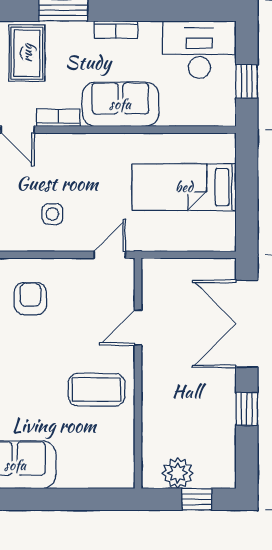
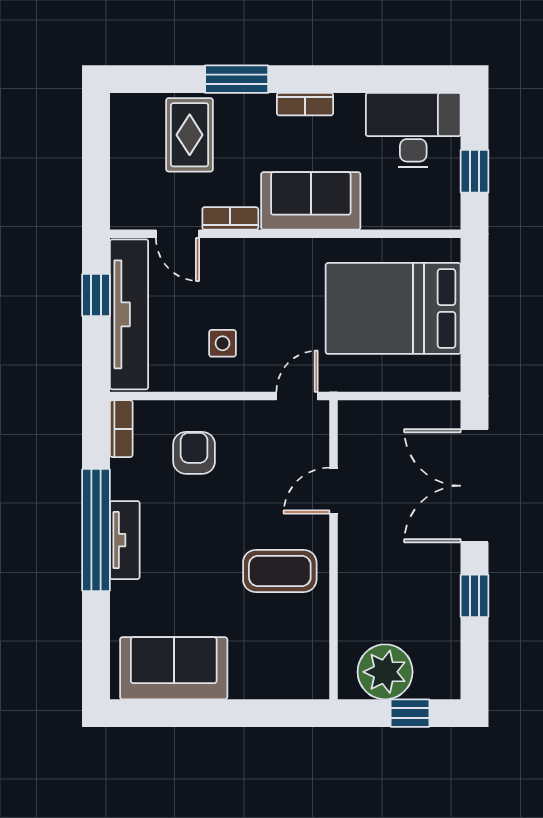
bed: (184, 187) -> (393, 308), width x1.50
plant: (178, 473) -> (385, 672), width x1.36, depth x1.36

